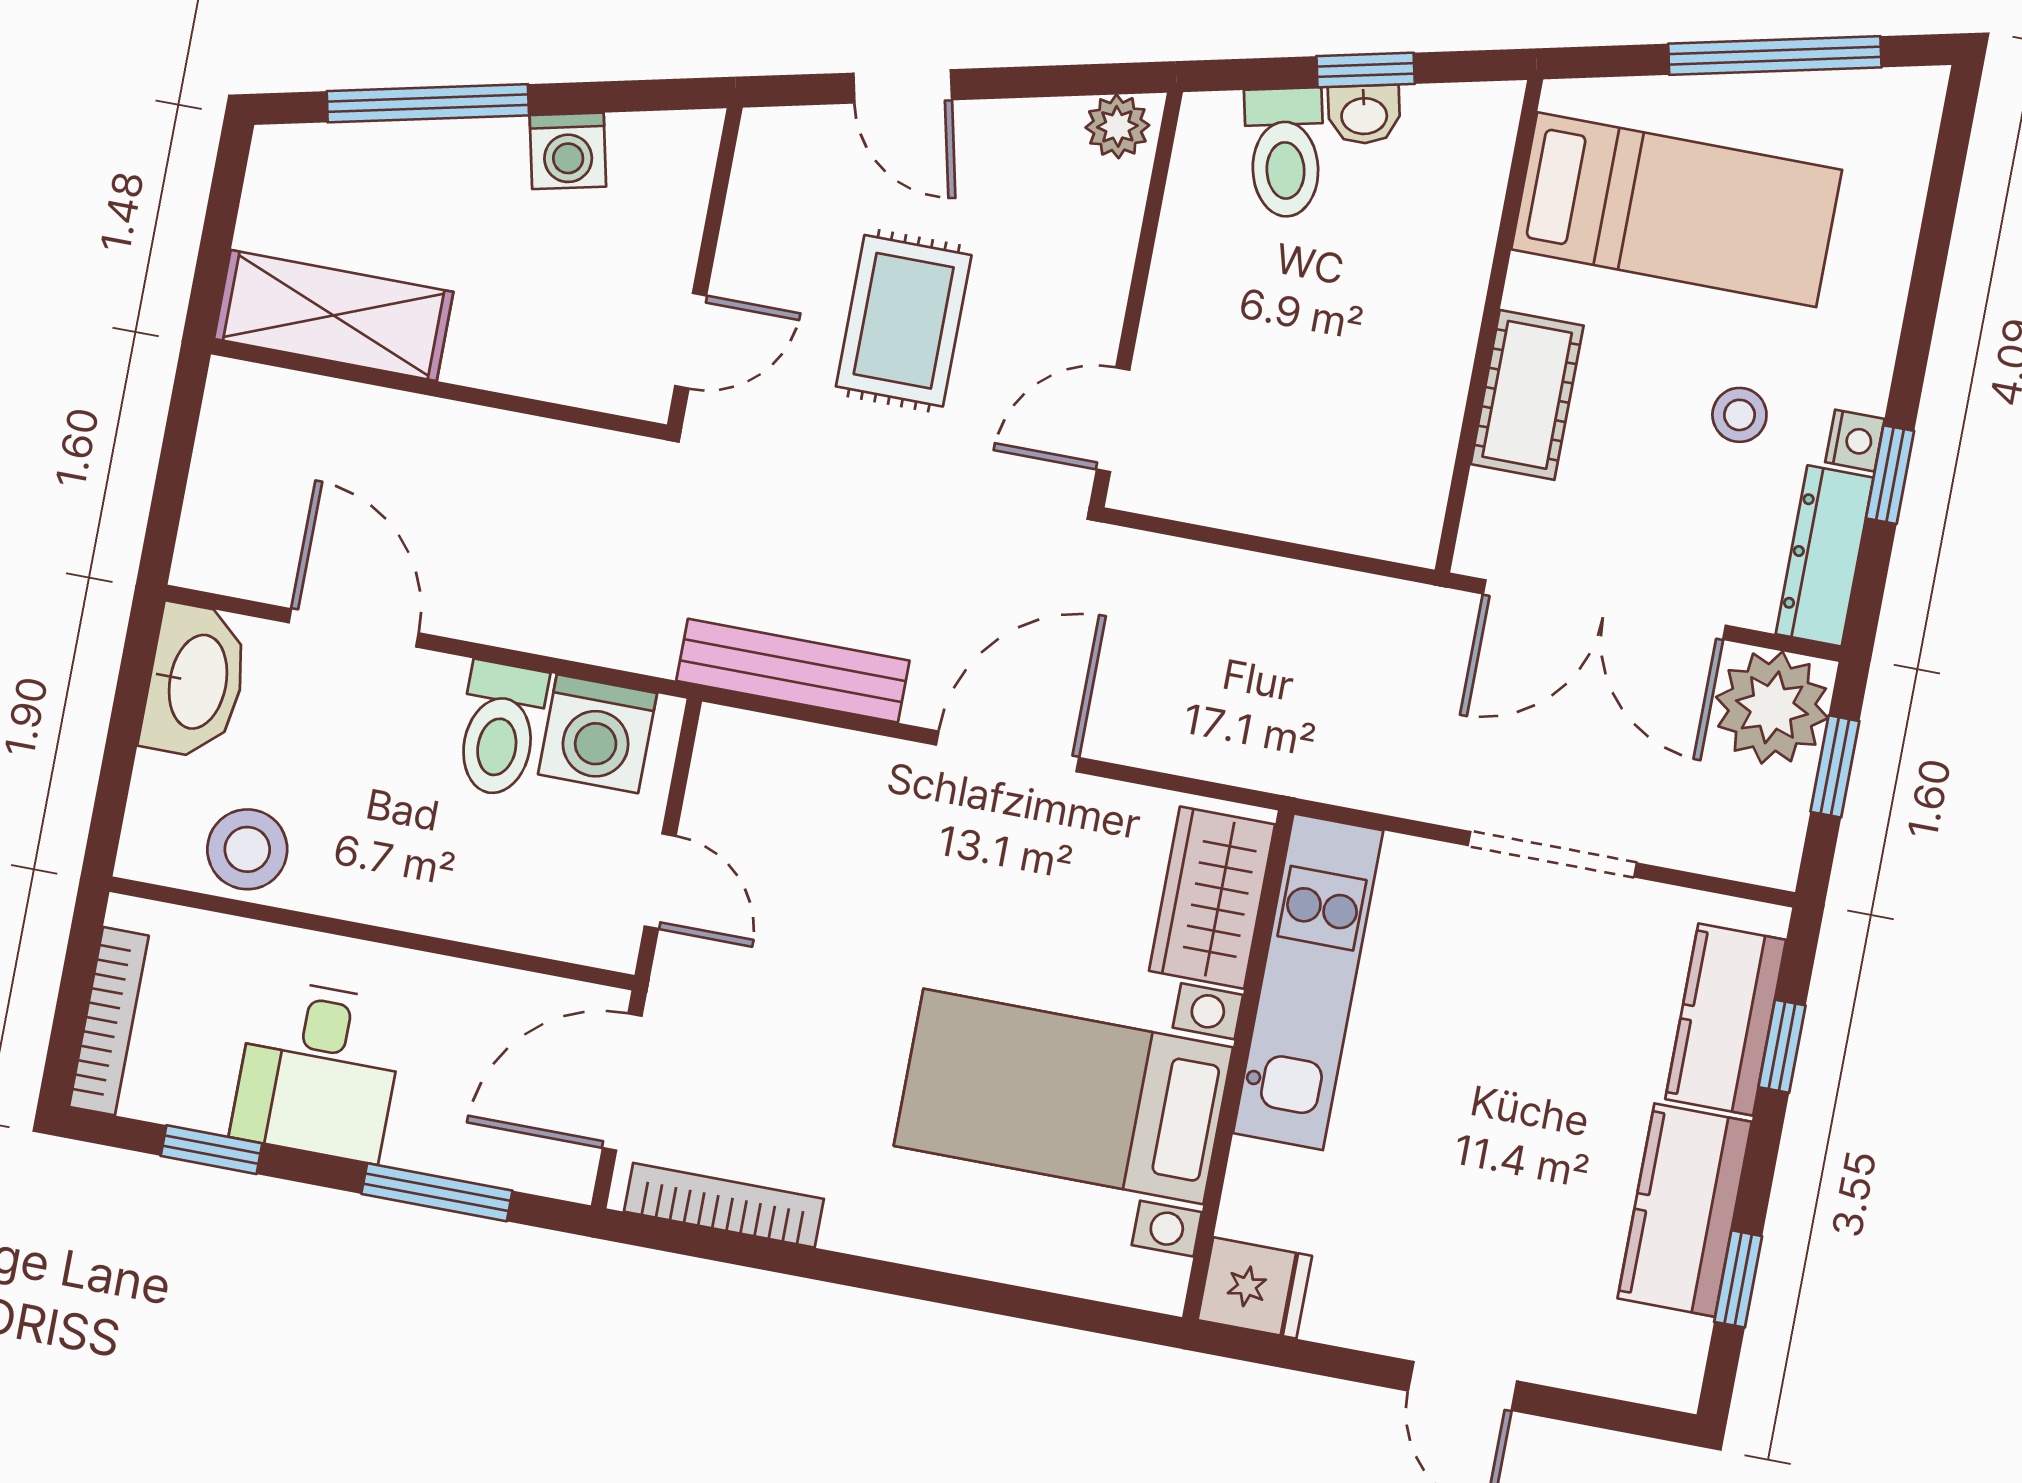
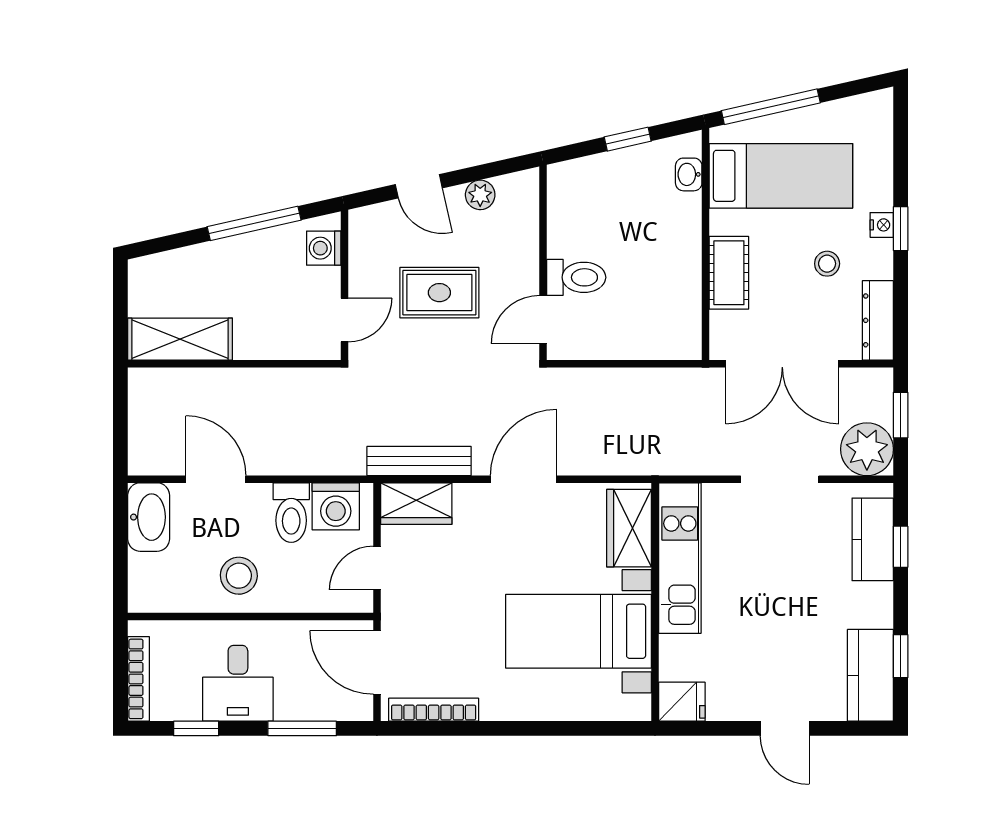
window: (1775, 56) -> (771, 107), moved
window: (428, 103) -> (254, 223), moved
washbasin: (1364, 114) -> (689, 174), moved, turned 103
plant: (1117, 126) -> (480, 195), moved
washing machine: (568, 151) -> (324, 248), moved, turned 103
toilet: (1285, 153) -> (576, 277), moved, turned -77
rug: (904, 321) -> (439, 293), turned 90
nightstand: (1855, 441) -> (882, 225), moved
window: (1890, 475) -> (901, 229), moved
plant: (1772, 707) -> (867, 449), moved
wardrobe: (770, 760) -> (416, 504), added
stool: (247, 849) -> (239, 576), moved
door: (660, 881) -> (377, 568), swing flipped
door: (622, 1082) -> (377, 662), hinge flipped
kitchen counter: (1685, 1210) -> (870, 675), moved

